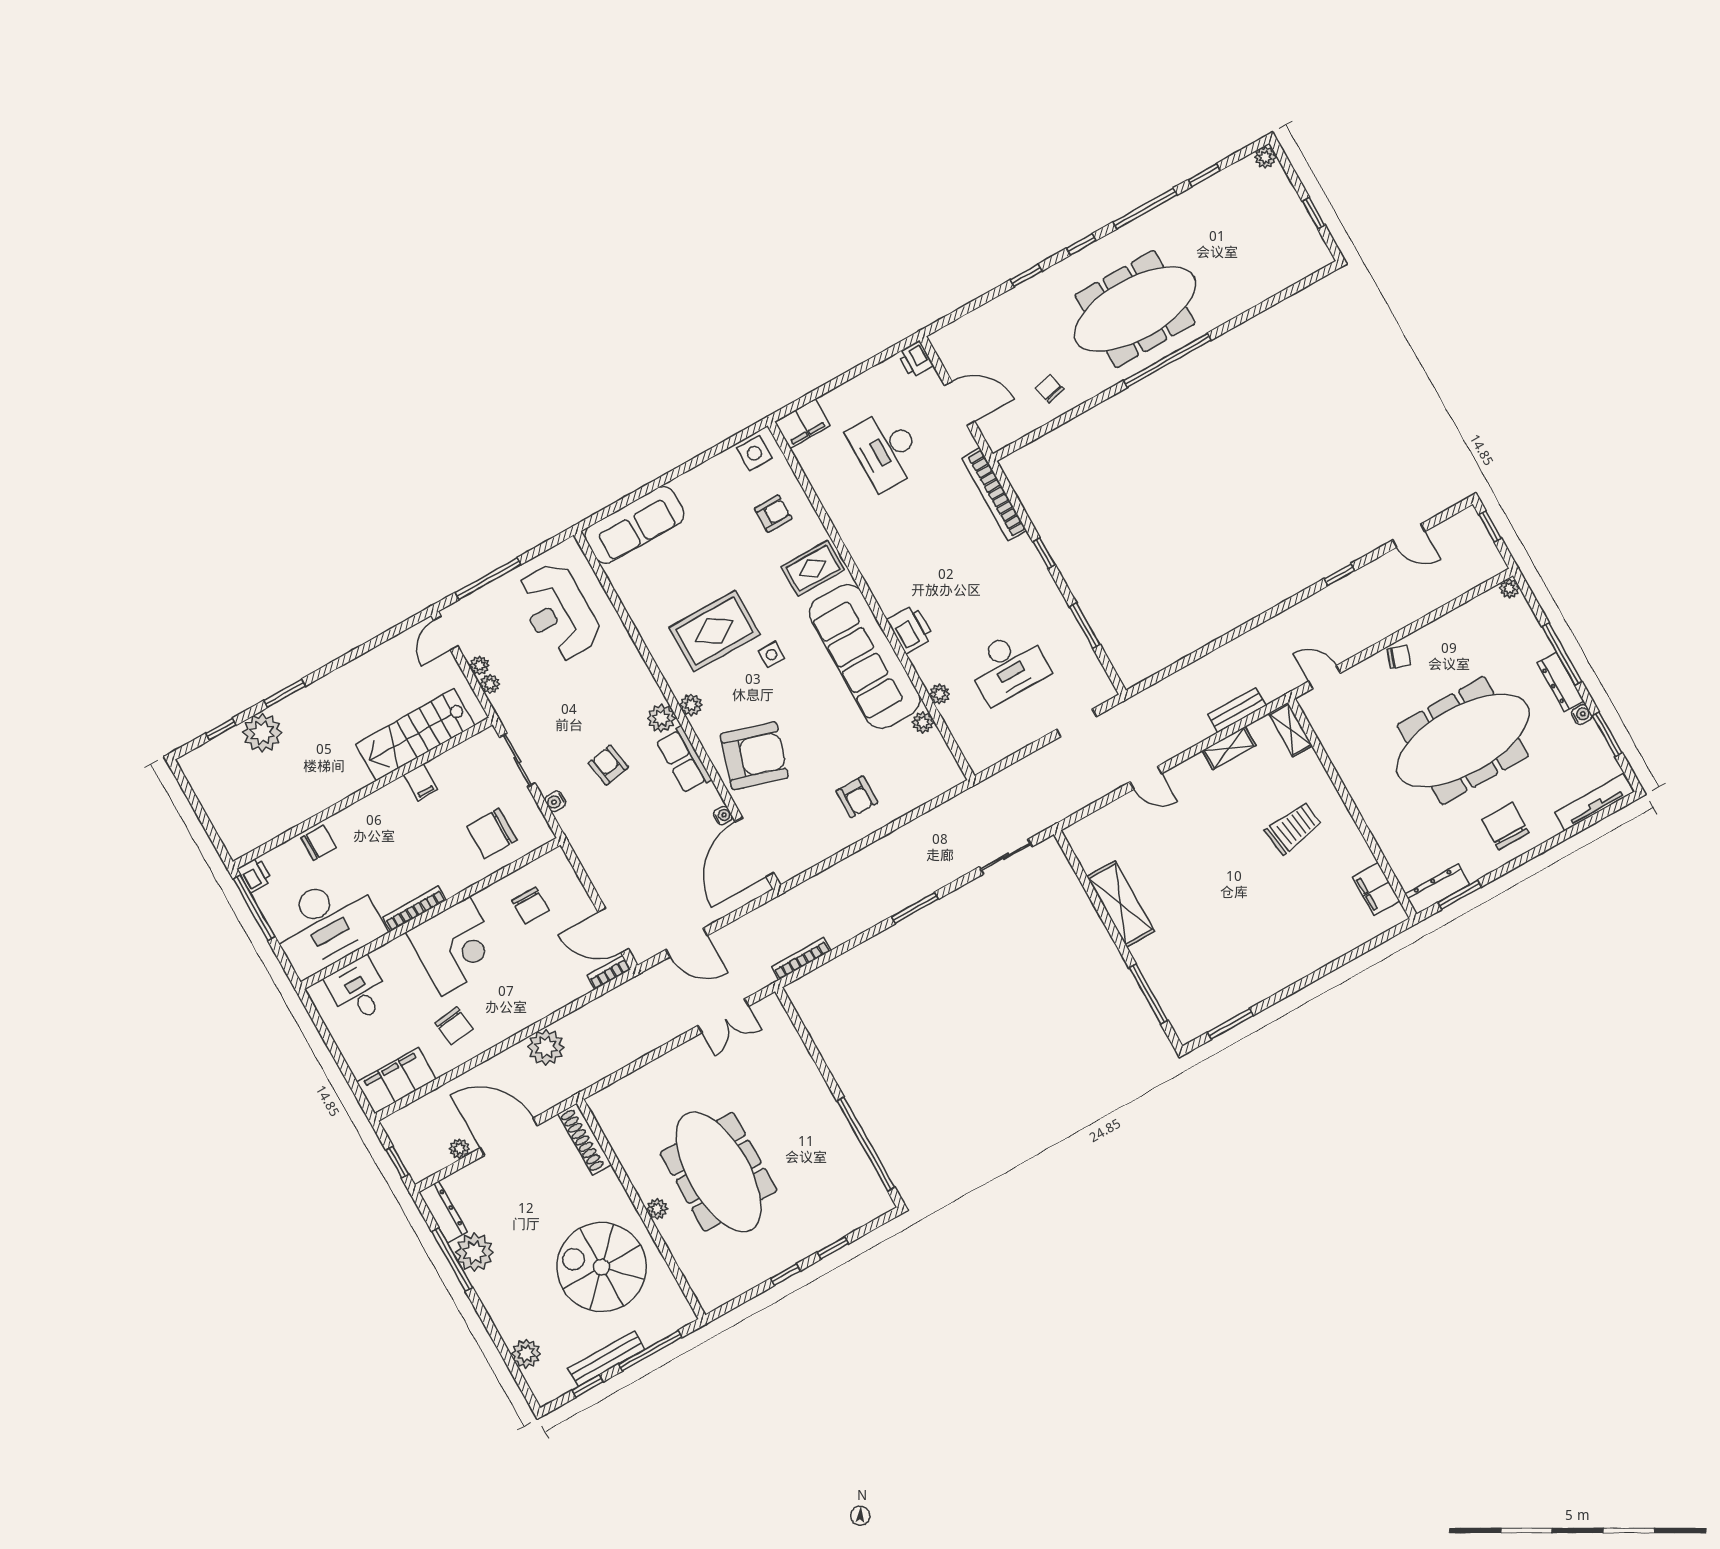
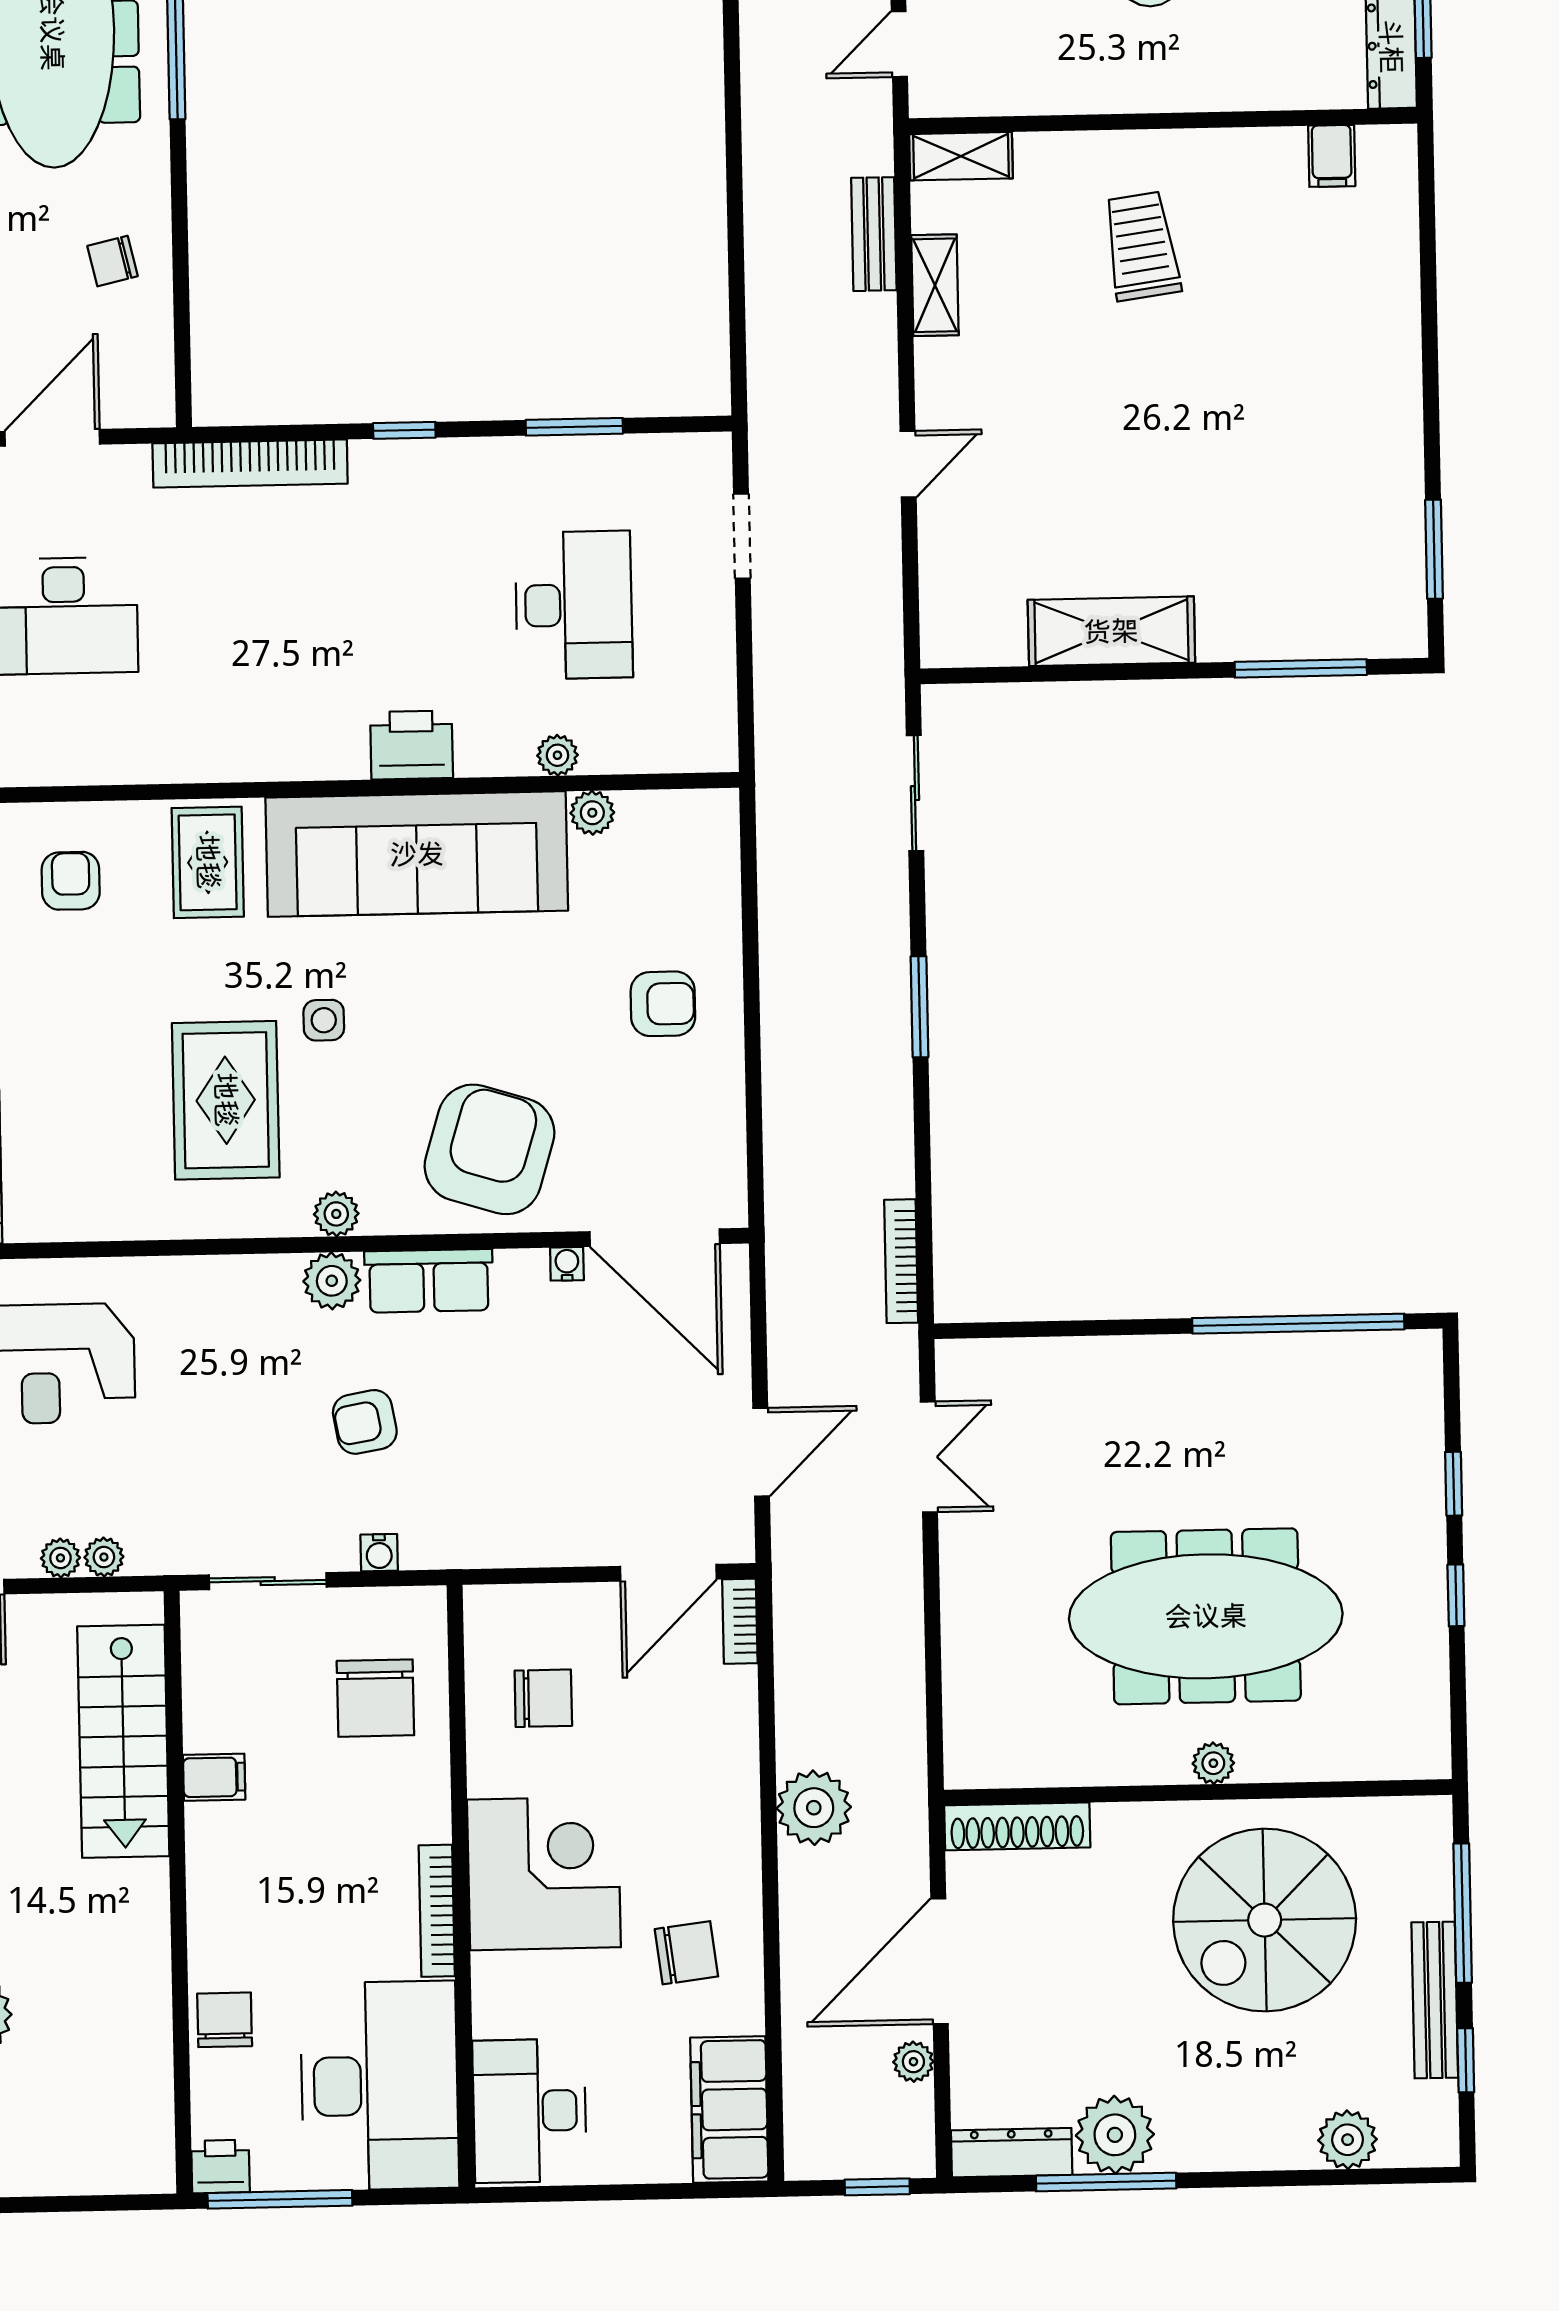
filing cabinet: (1376, 889) -> (1332, 156), width x0.50
desk: (358, 990) -> (529, 2111), width x1.37

